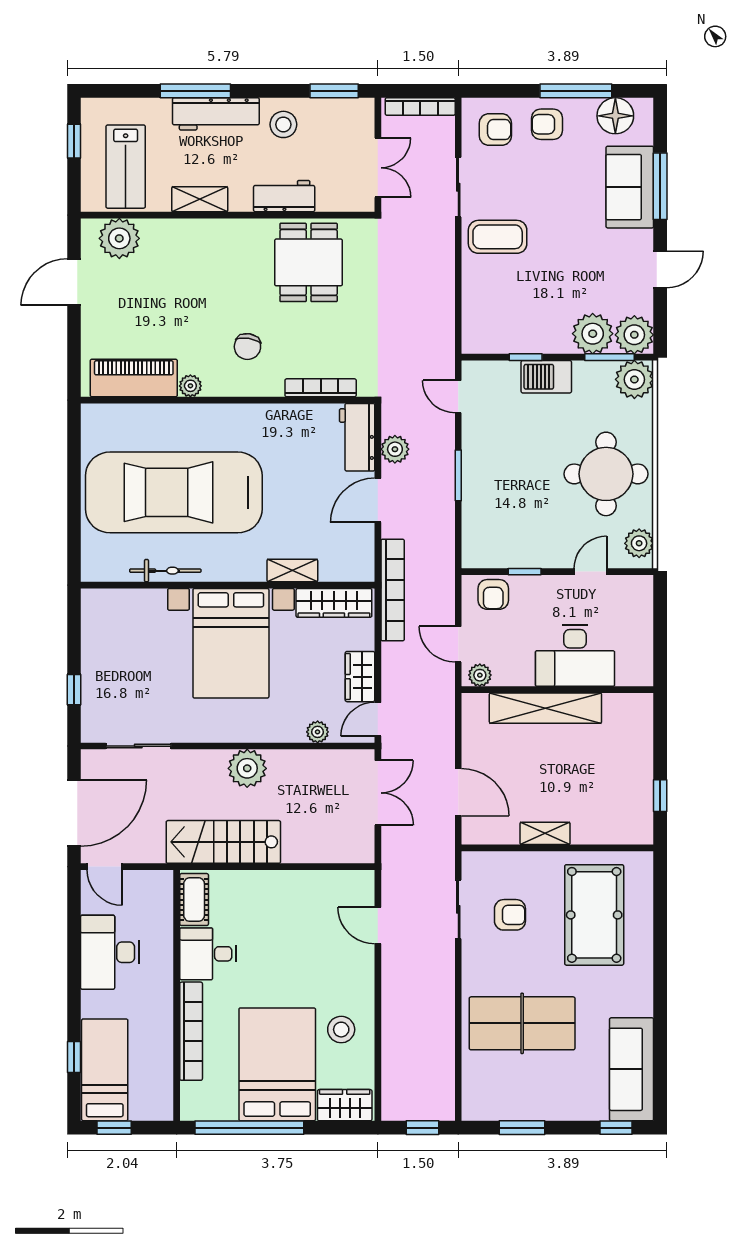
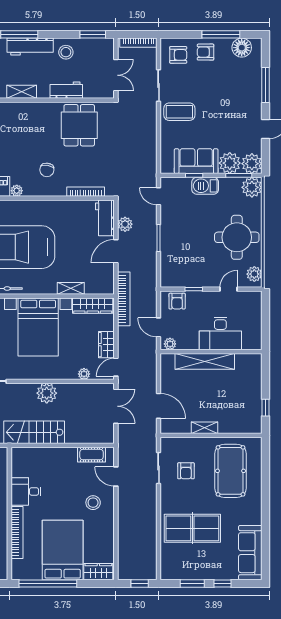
sofa: (630, 187) -> (196, 161), moved, turned 90
cot: (194, 900) -> (92, 455), moved, turned 90
armchair: (510, 915) -> (186, 471), turned 90
stool: (341, 1030) -> (93, 503), moved
window: (616, 1128) -> (223, 584), moved

